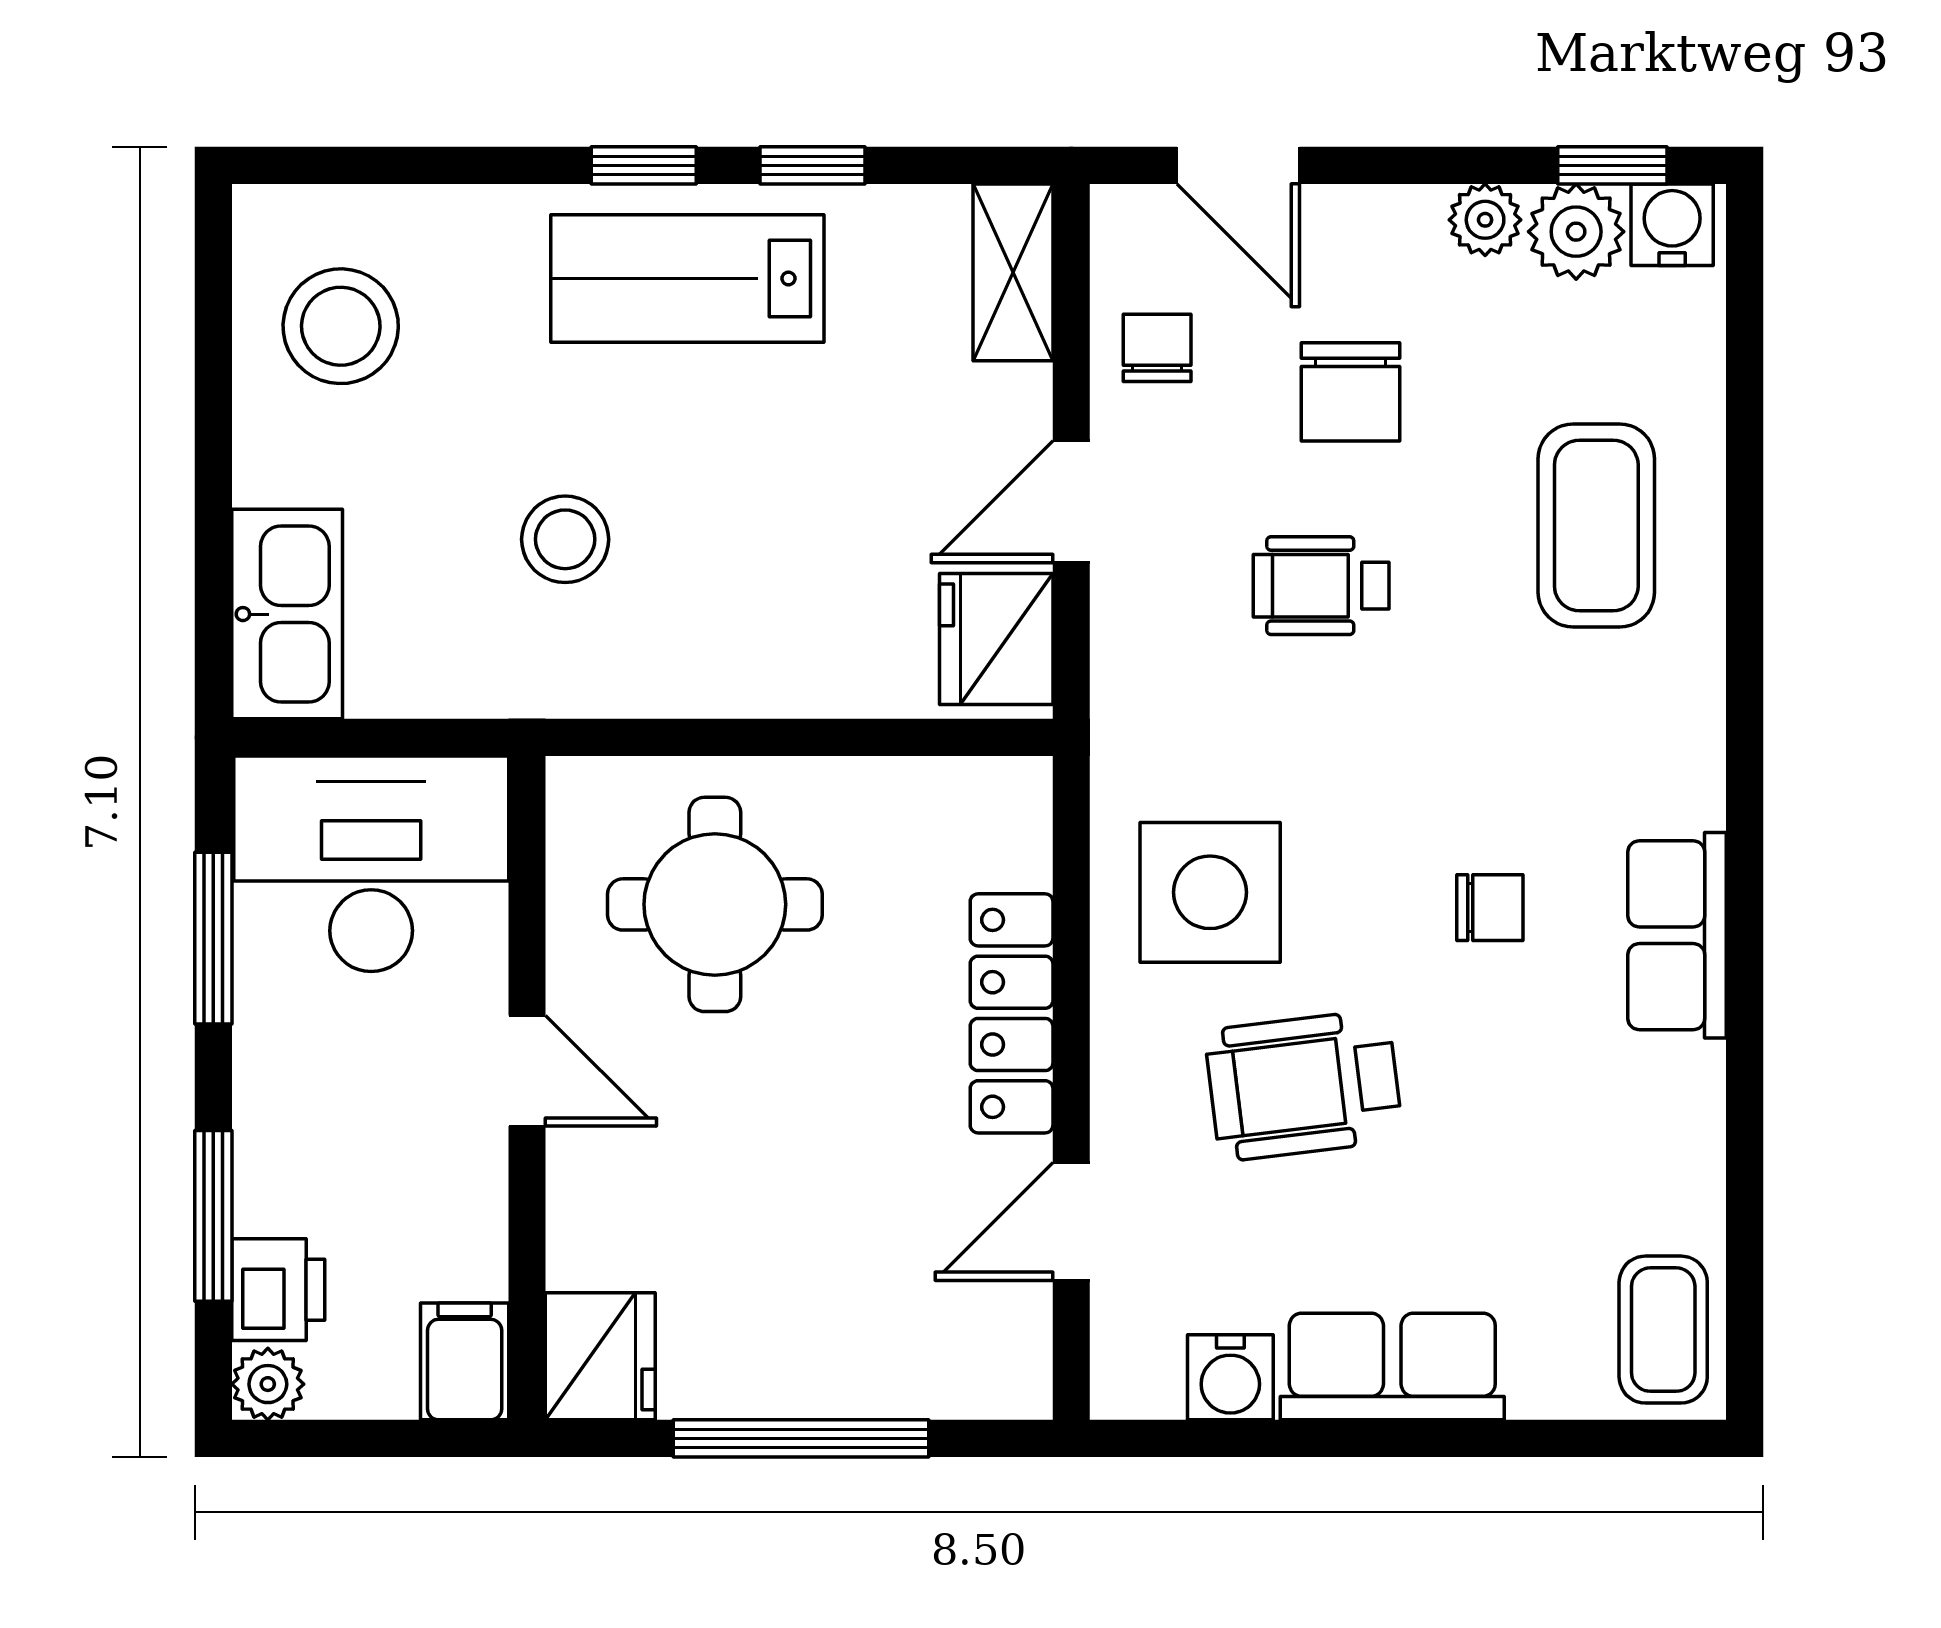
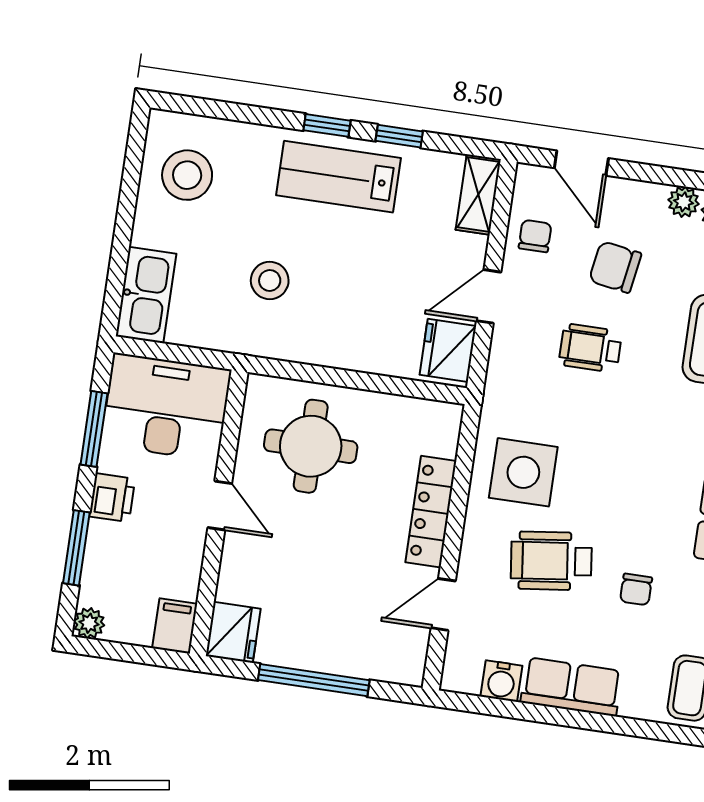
chair: (1350, 392) -> (615, 267), turned 99
chair: (1490, 908) -> (636, 589), moved, turned 90
printer: (278, 1290) -> (112, 498), moved

